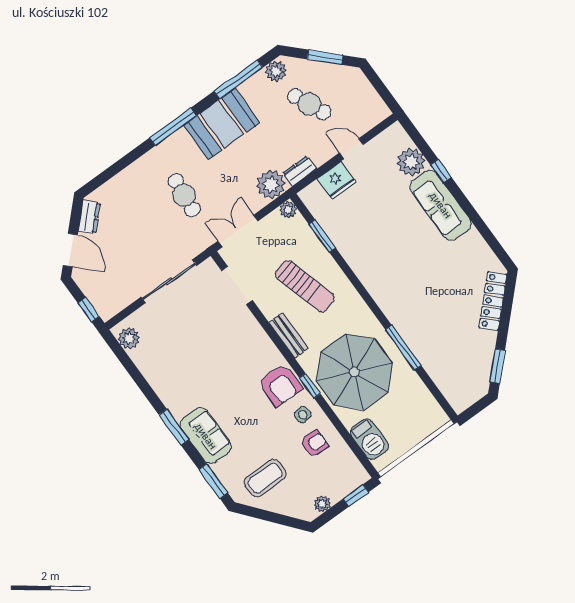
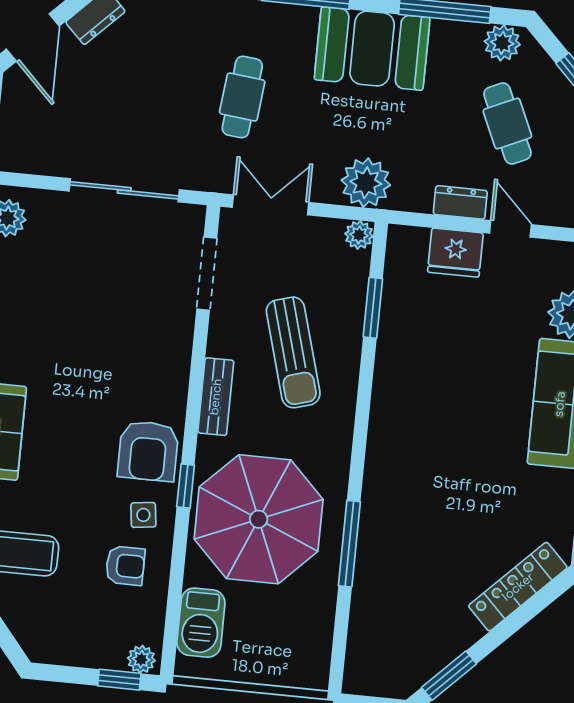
dresser: (299, 171) -> (460, 202), moved
plant: (322, 504) -> (141, 659), moved

